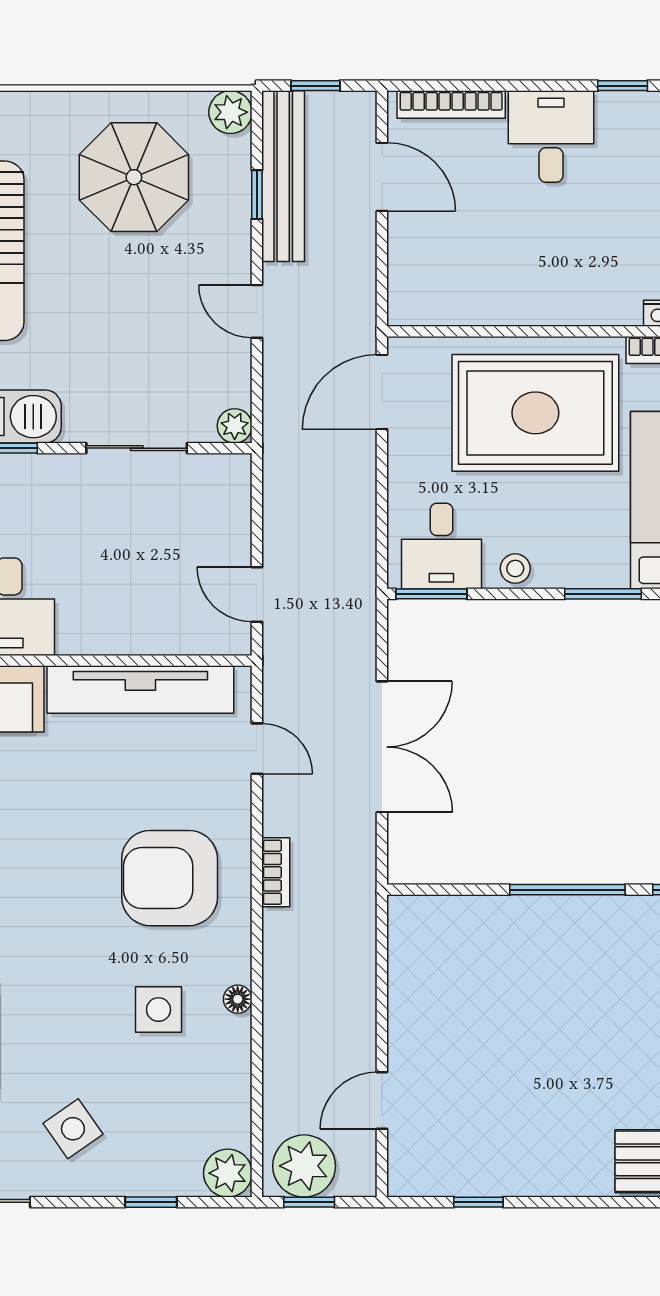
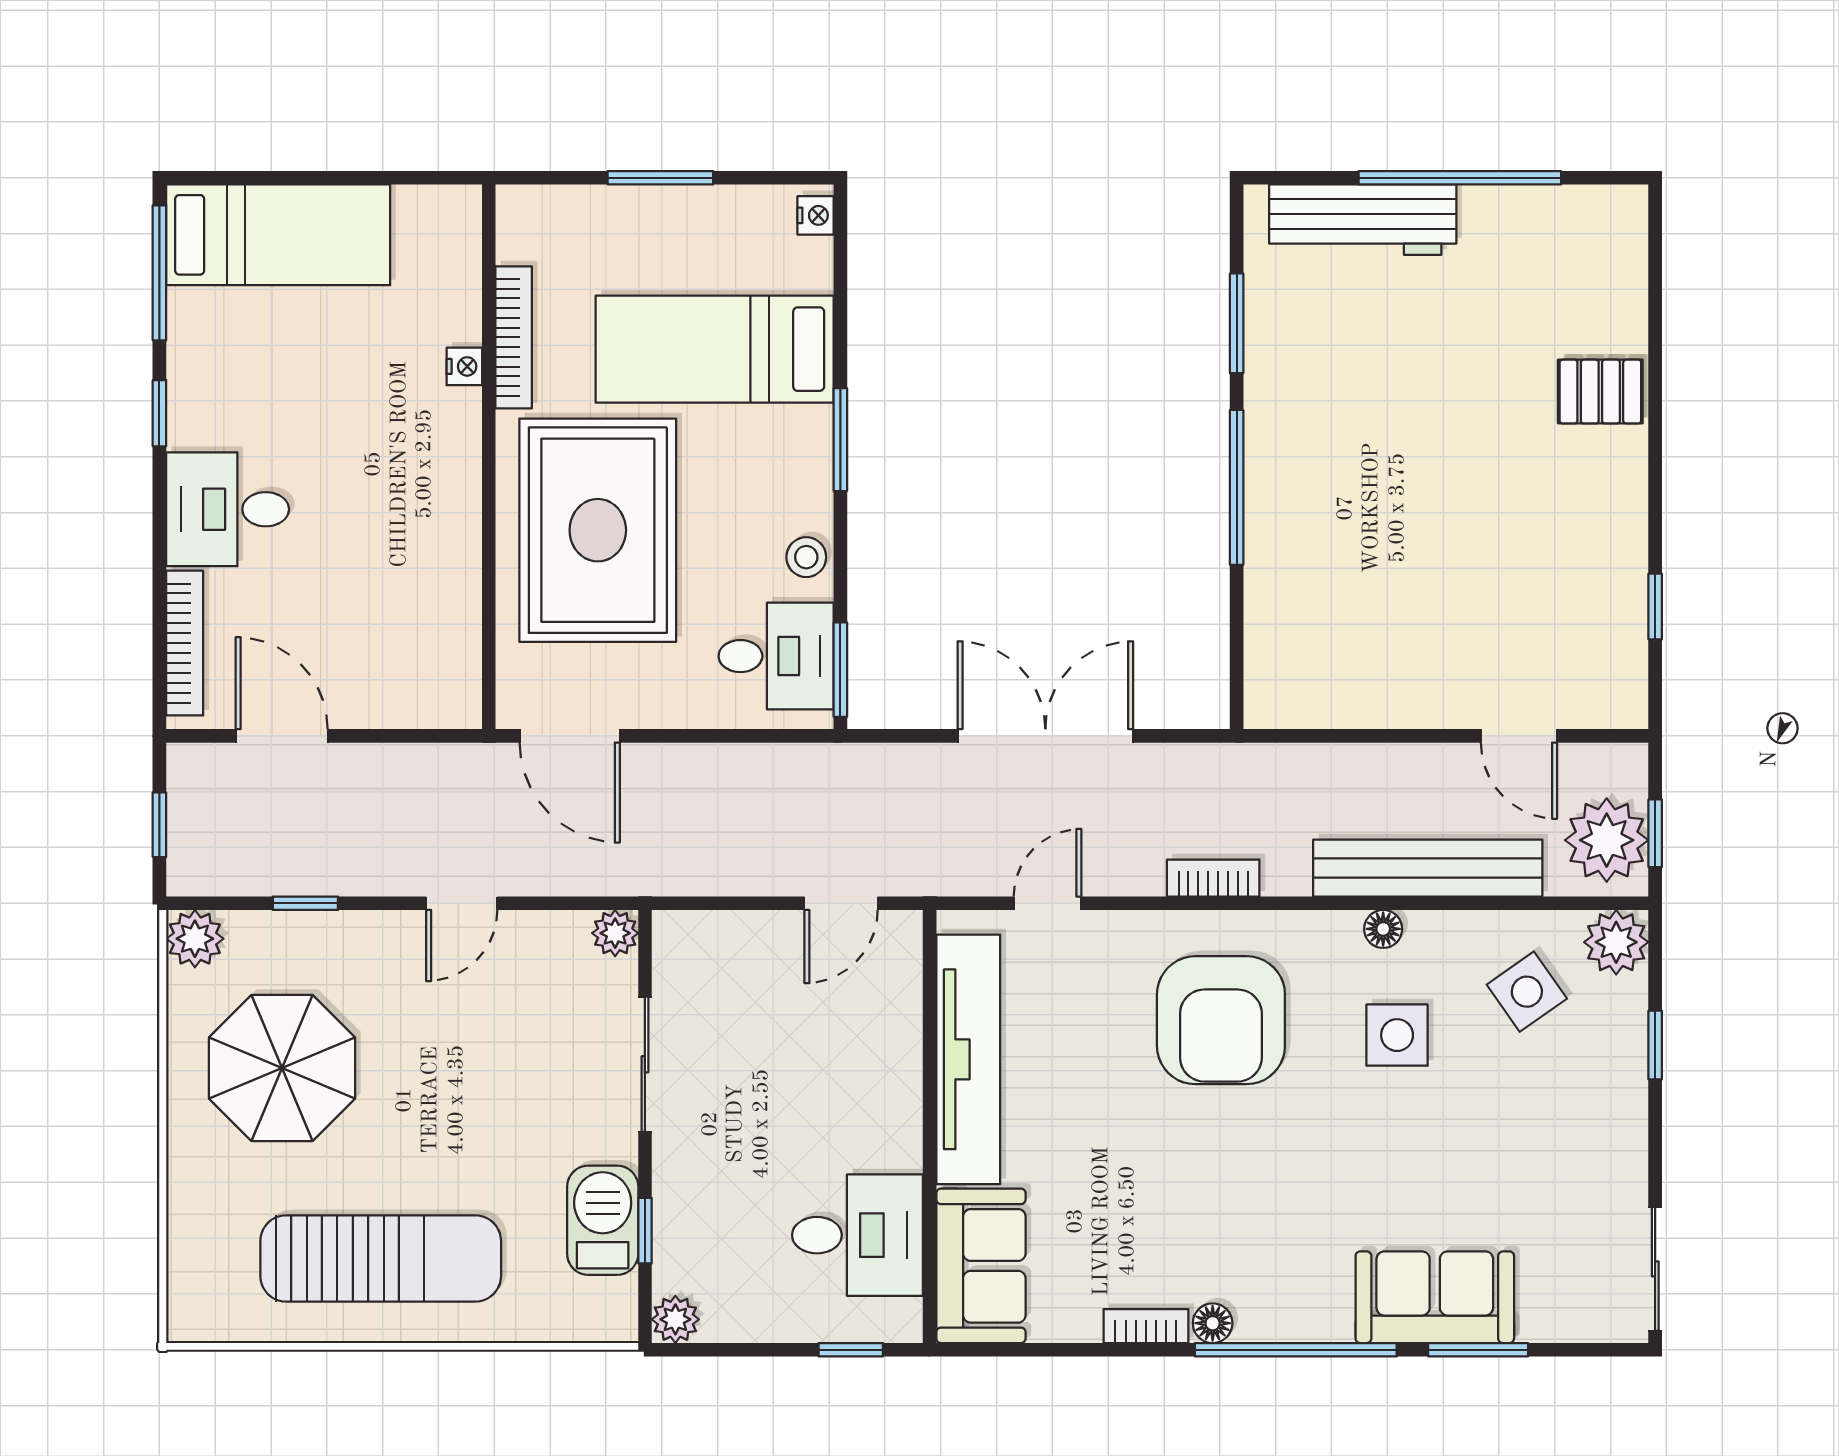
bench: (283, 176) -> (1428, 868), moved
door: (382, 177) -> (282, 736), hinge flipped
side table: (73, 1129) -> (1527, 992), moved

